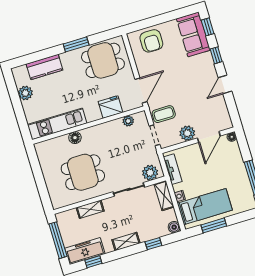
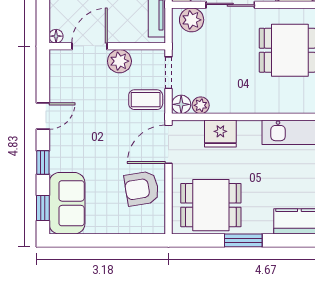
armchair: (151, 41) -> (142, 189), moved, turned -99
floor lamp: (75, 138) -> (181, 104), moved

